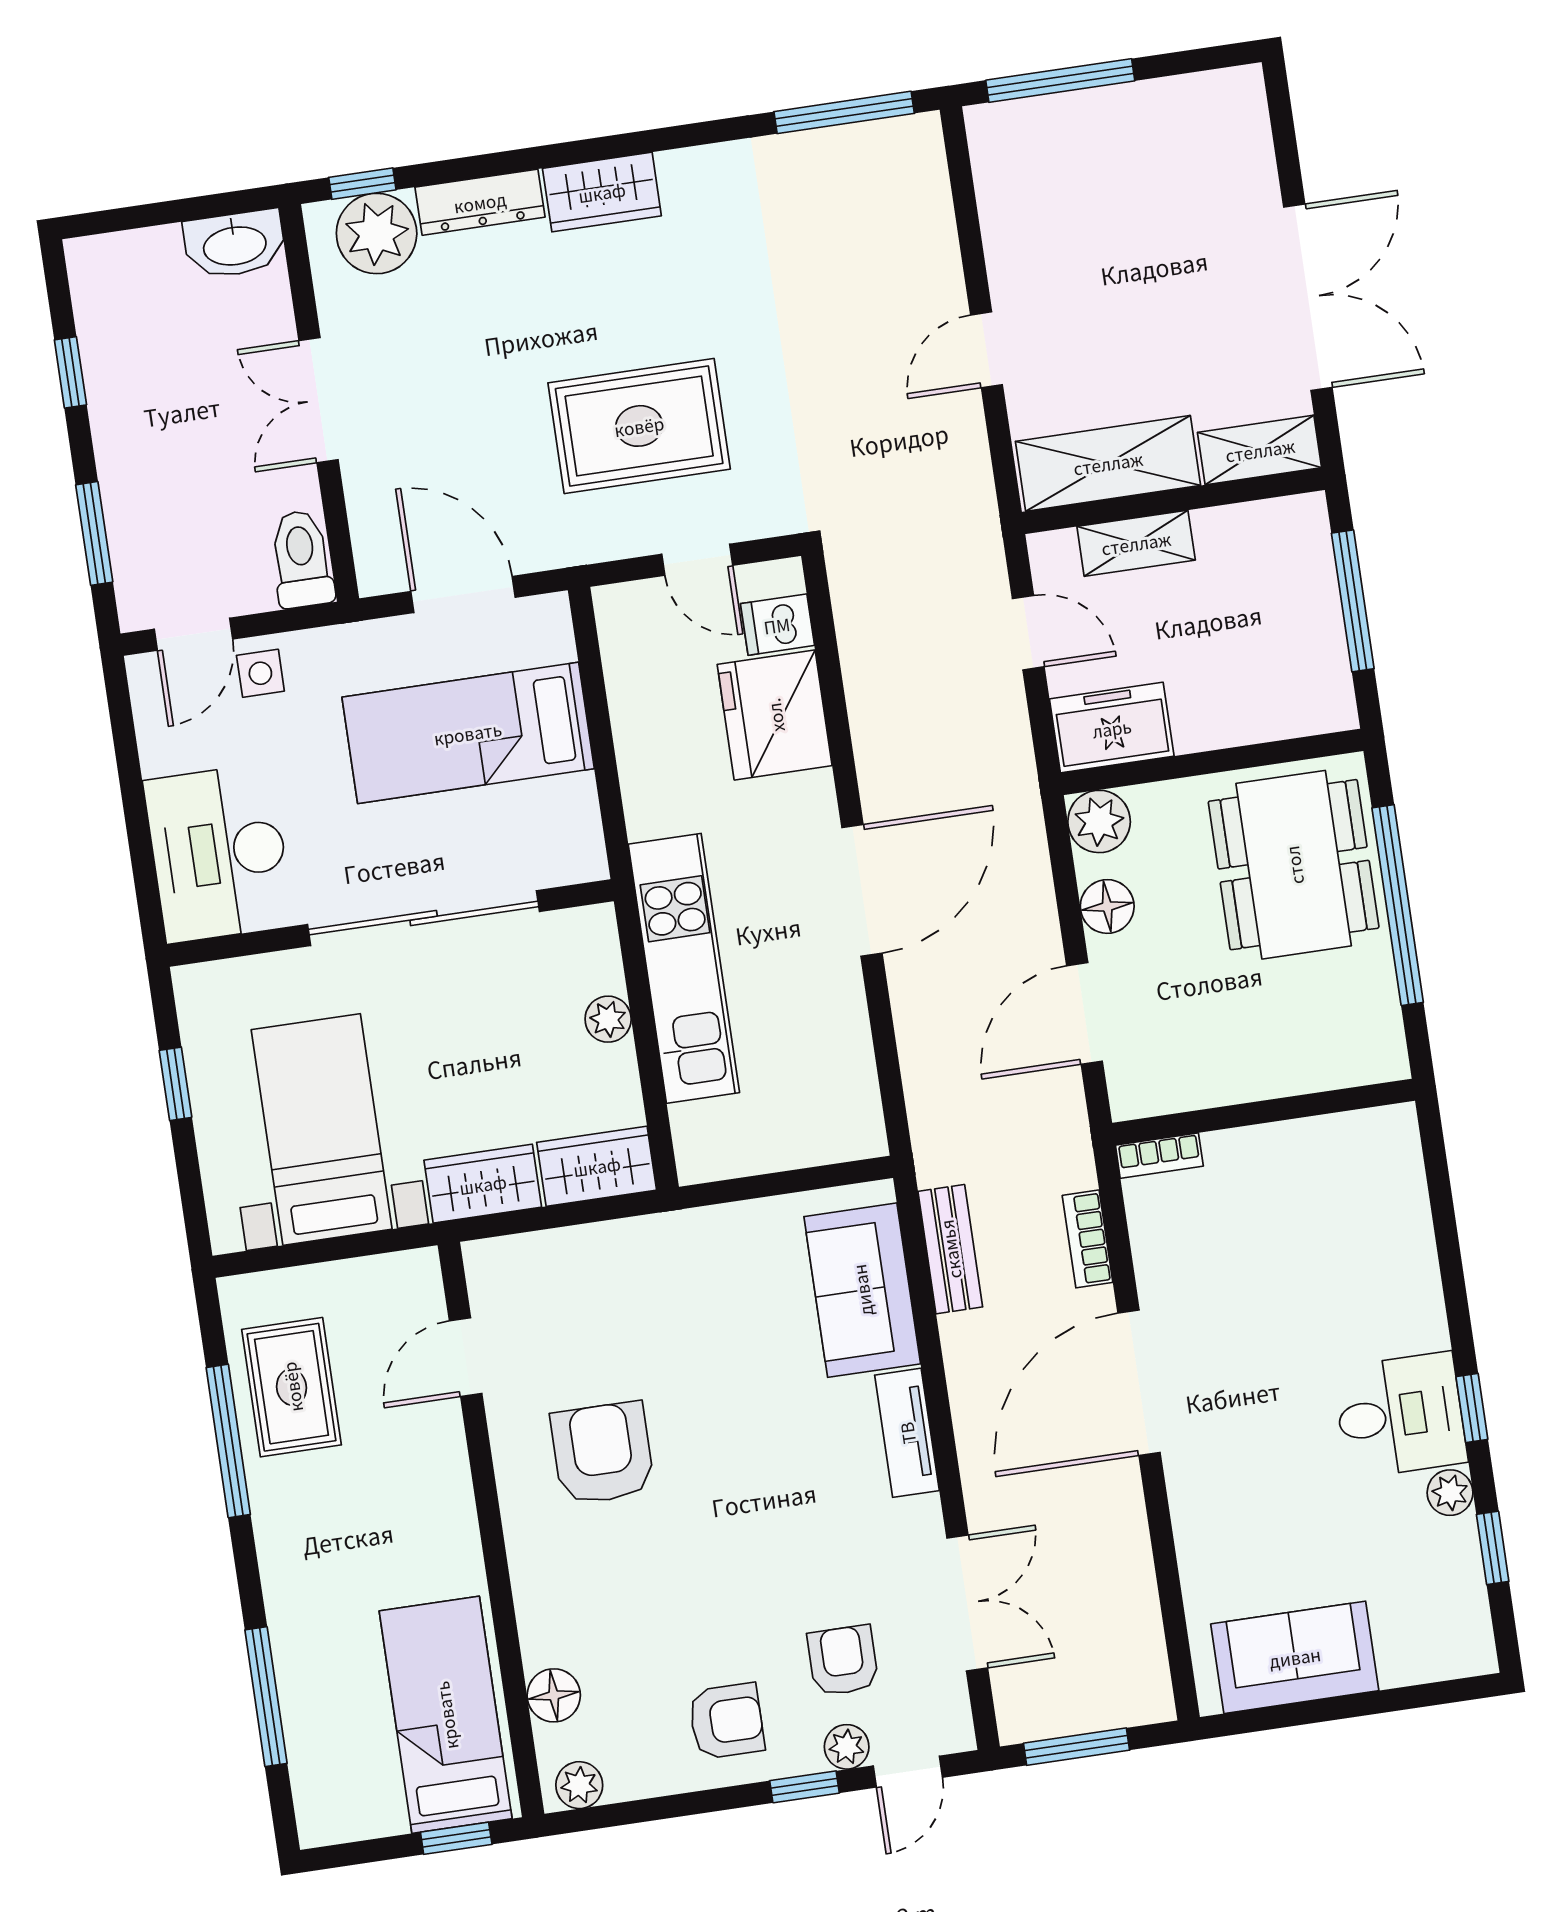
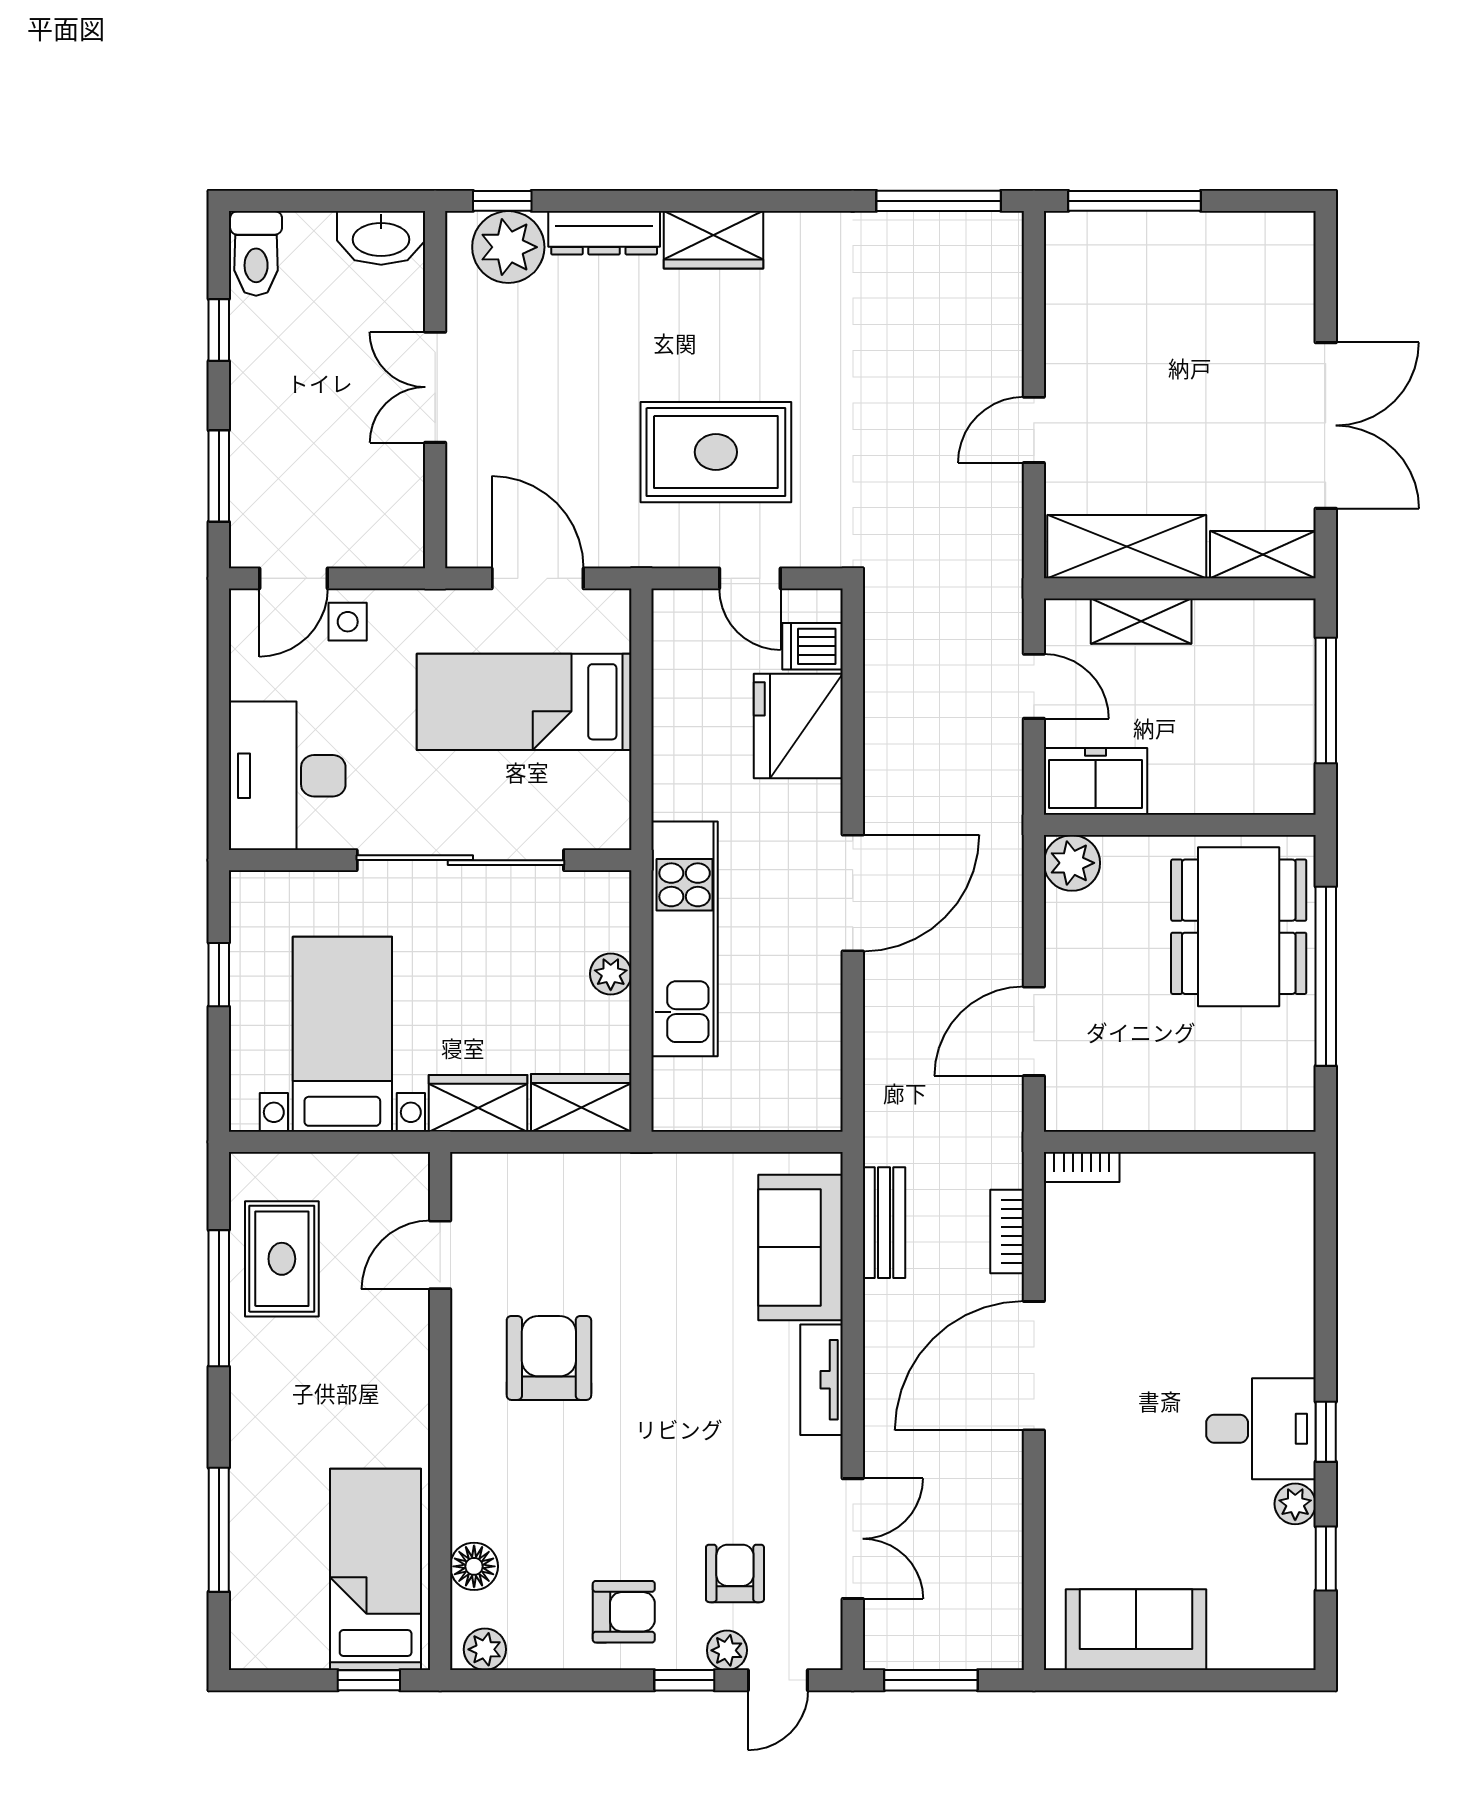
toilet: (302, 559) -> (256, 253), moved, turned 180
floor lamp: (1107, 906) -> (1068, 939), removed

